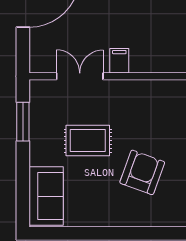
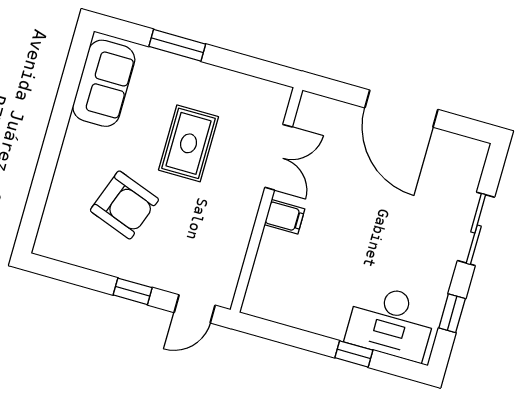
window: (23, 122) -> (177, 45), moved
sofa: (46, 196) -> (104, 83), moved, turned -90

